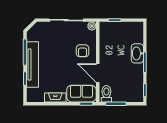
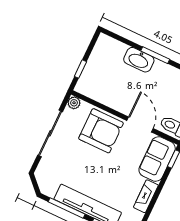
armchair: (83, 51) -> (101, 131), width x1.88, depth x1.88
door: (98, 73) -> (140, 124), swing flipped

